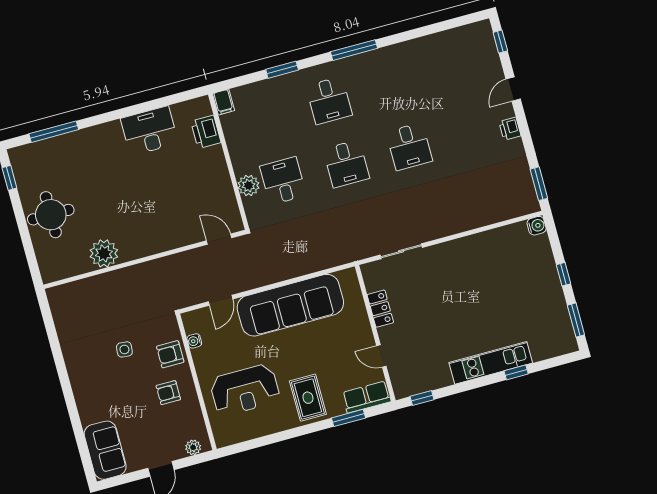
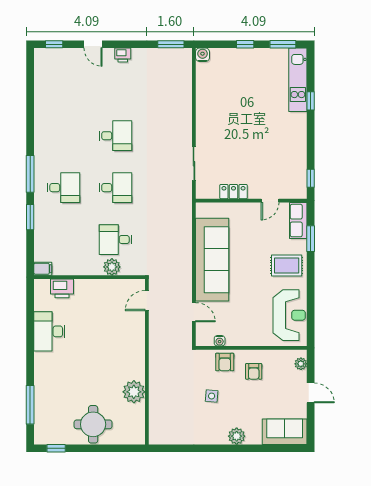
window: (354, 50) -> (30, 174), moved
kitchen unit: (491, 363) -> (298, 80), moved
reception desk: (245, 390) -> (289, 315), moved
plant: (84, 393) -> (237, 436), added

